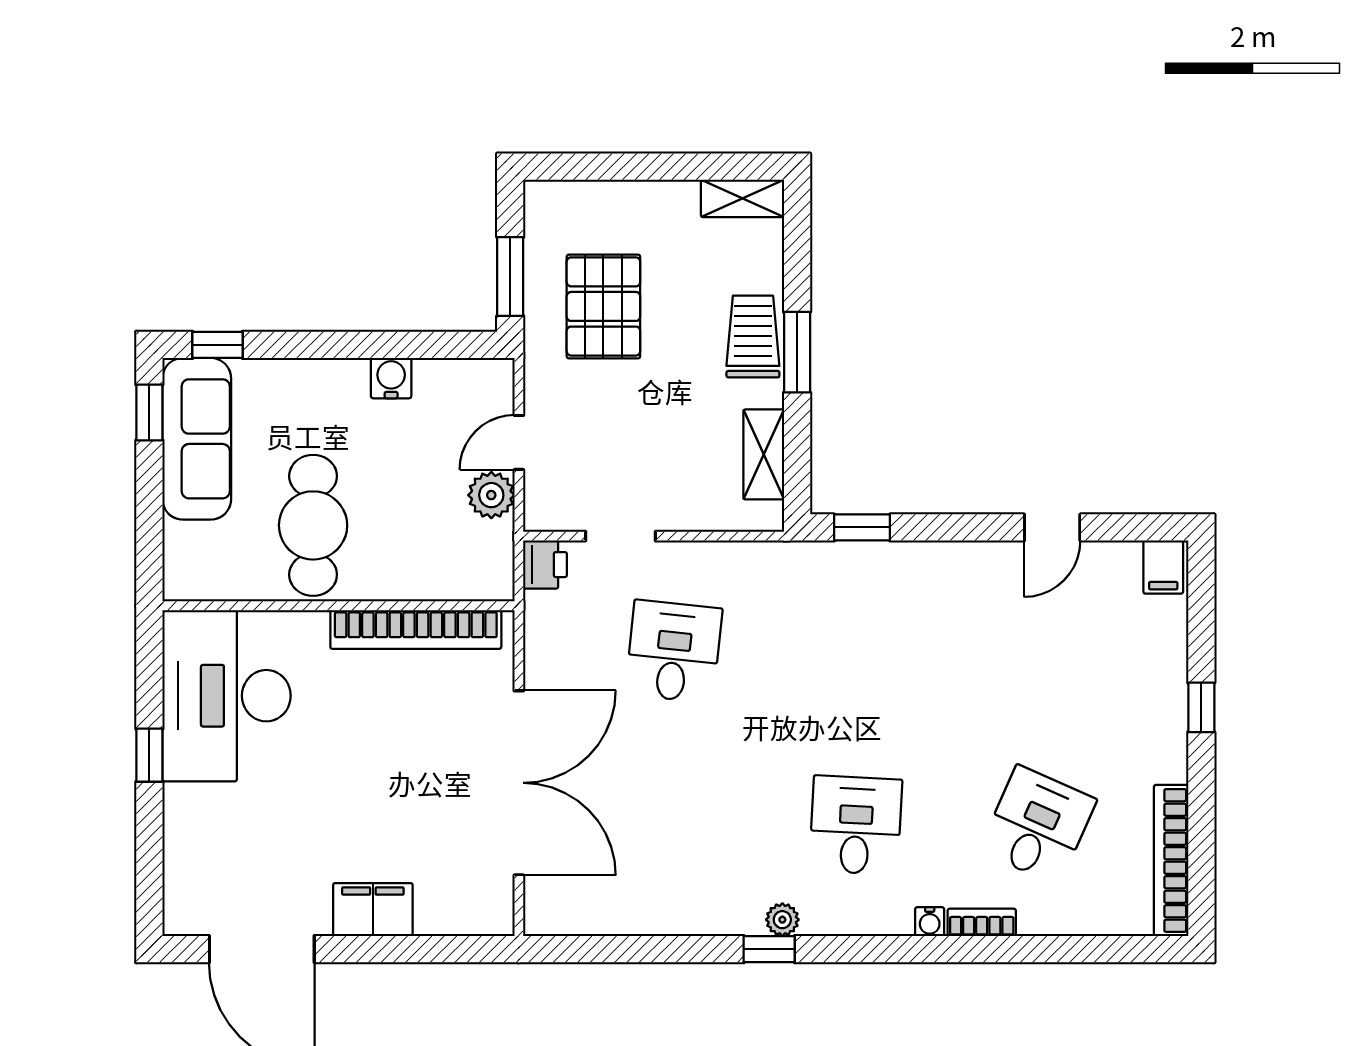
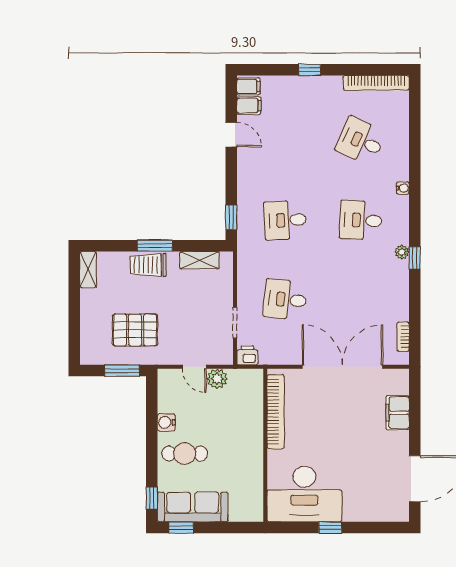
cafe table: (313, 525) -> (185, 454), moved, width x0.73, depth x0.74
filing cabinet: (1119, 568) -> (249, 106), added
desk: (856, 651) -> (285, 220), added
filing cabinet: (373, 910) -> (398, 413), moved
bookcase: (982, 922) -> (403, 337), moved

